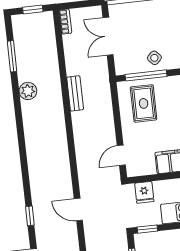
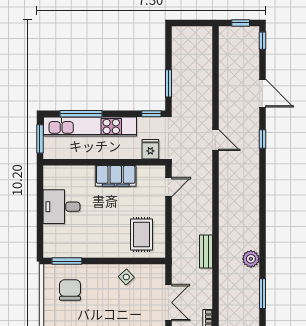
window: (146, 75) -> (136, 261), removed

